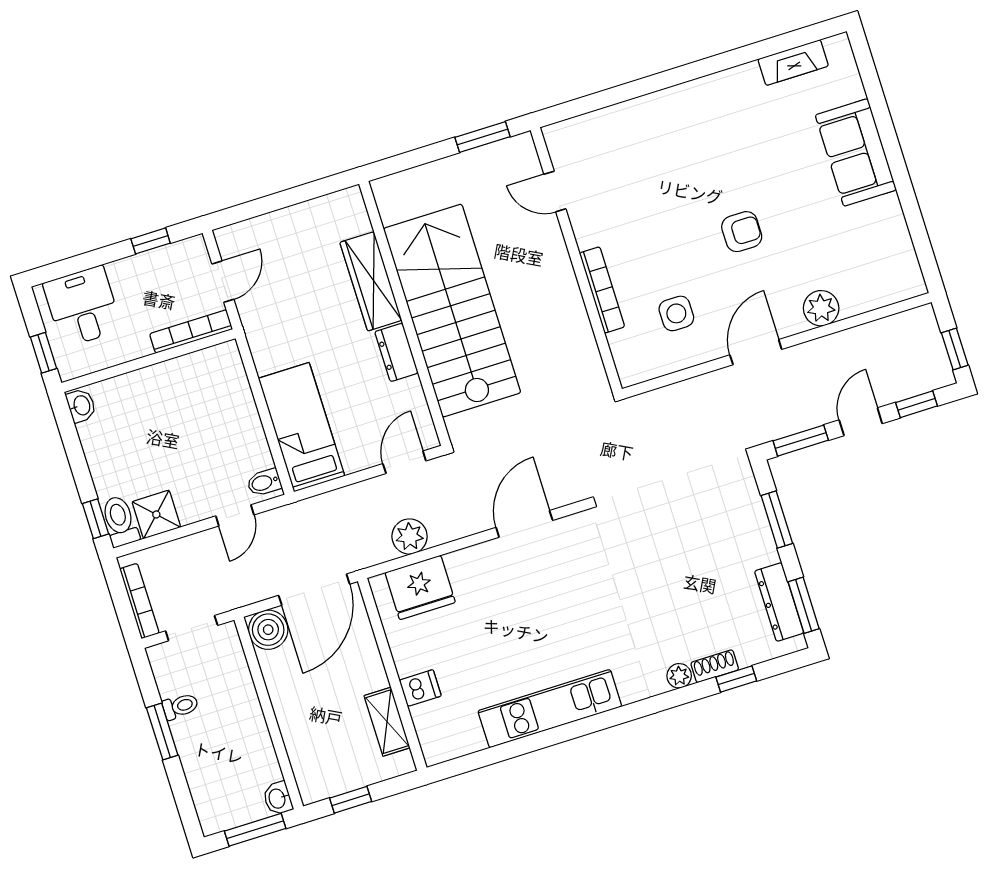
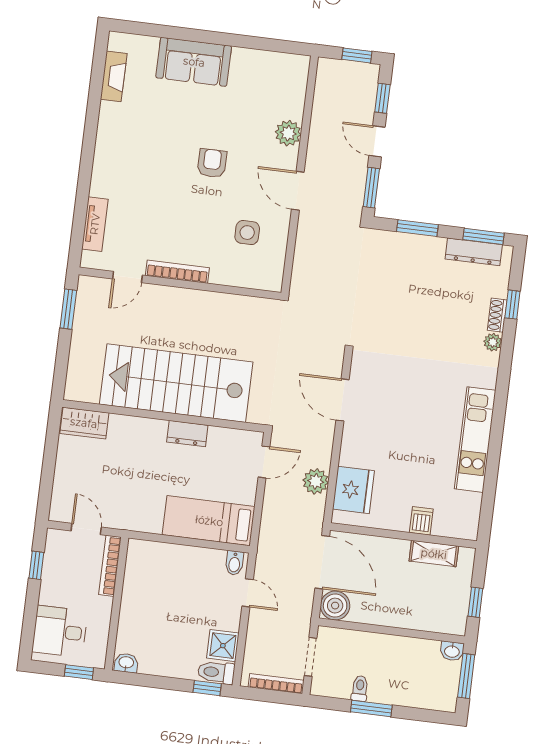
tv unit: (602, 122) -> (95, 224), added
wardrobe: (371, 281) -> (84, 423), moved, width x0.67
bookcase: (602, 290) -> (177, 272), moved
door: (404, 462) -> (264, 462), swing flipped

